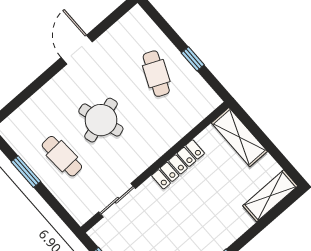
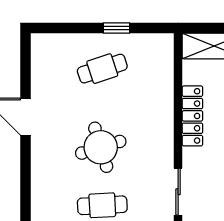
cafe table: (156, 74) -> (102, 69), turned -42

